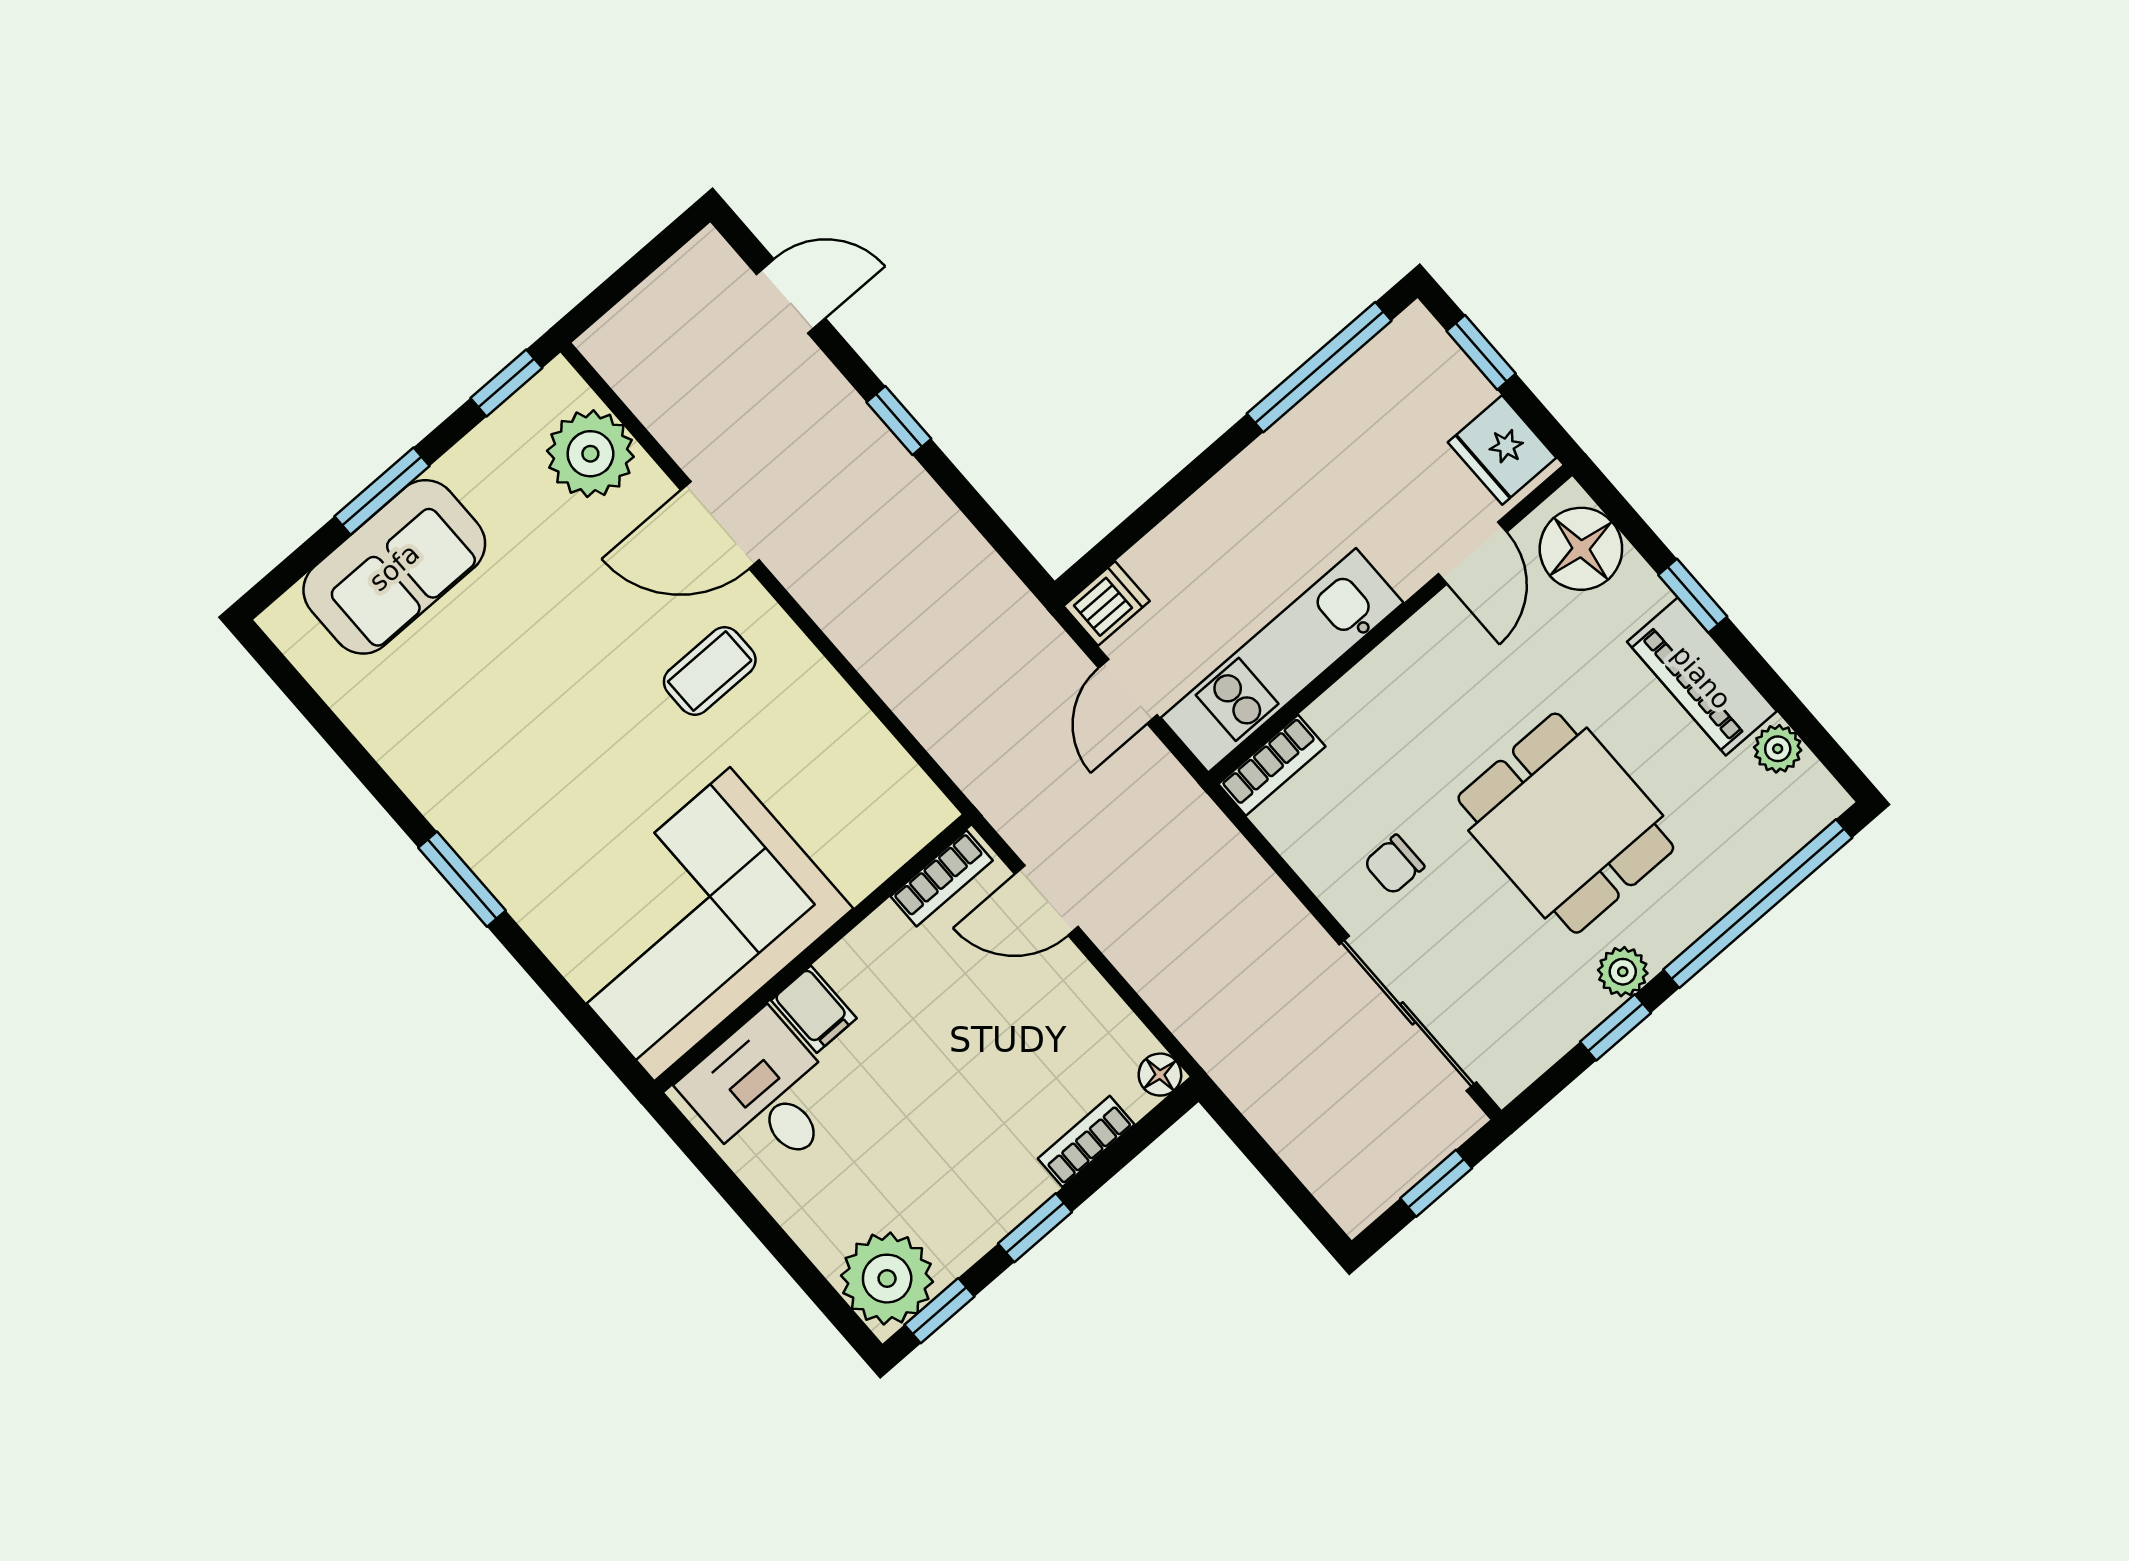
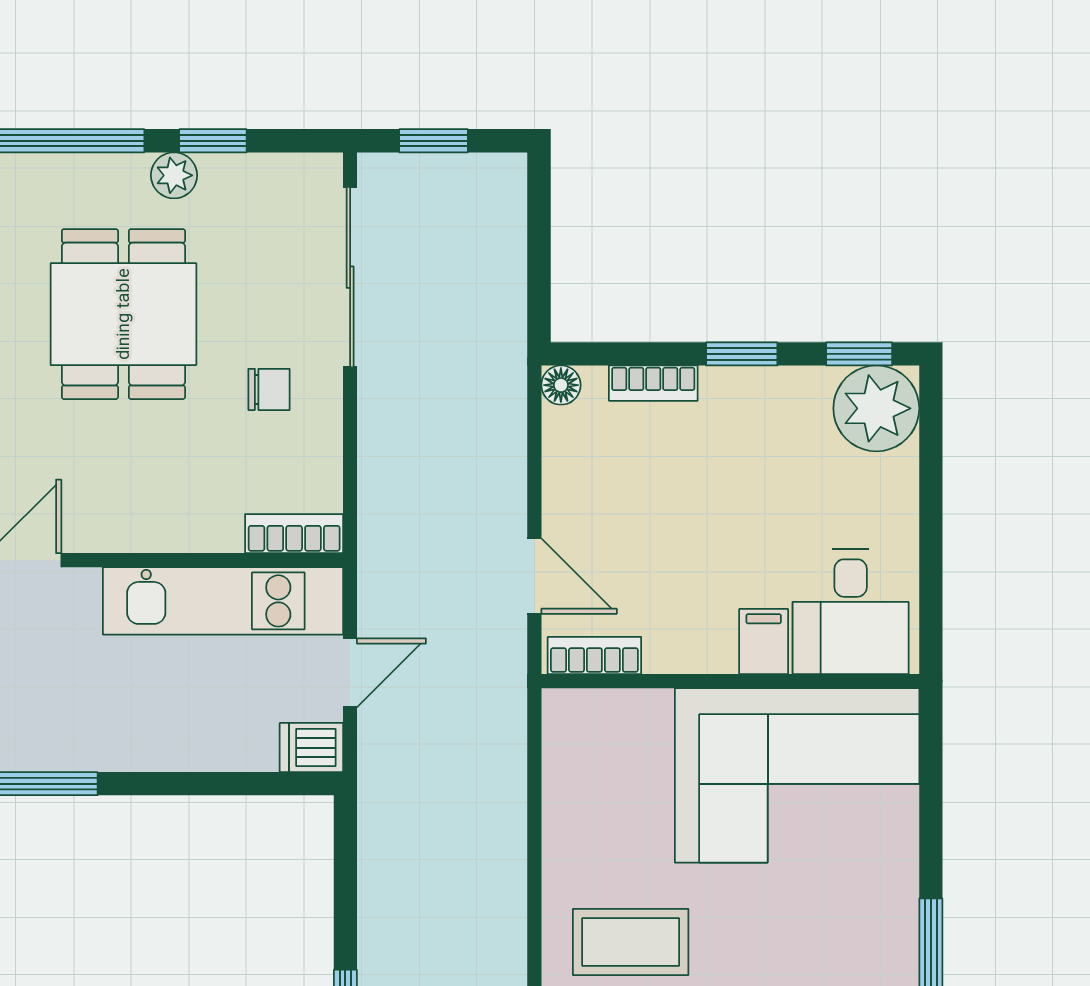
coffee table: (710, 671) -> (631, 942), width x1.36, depth x1.30

